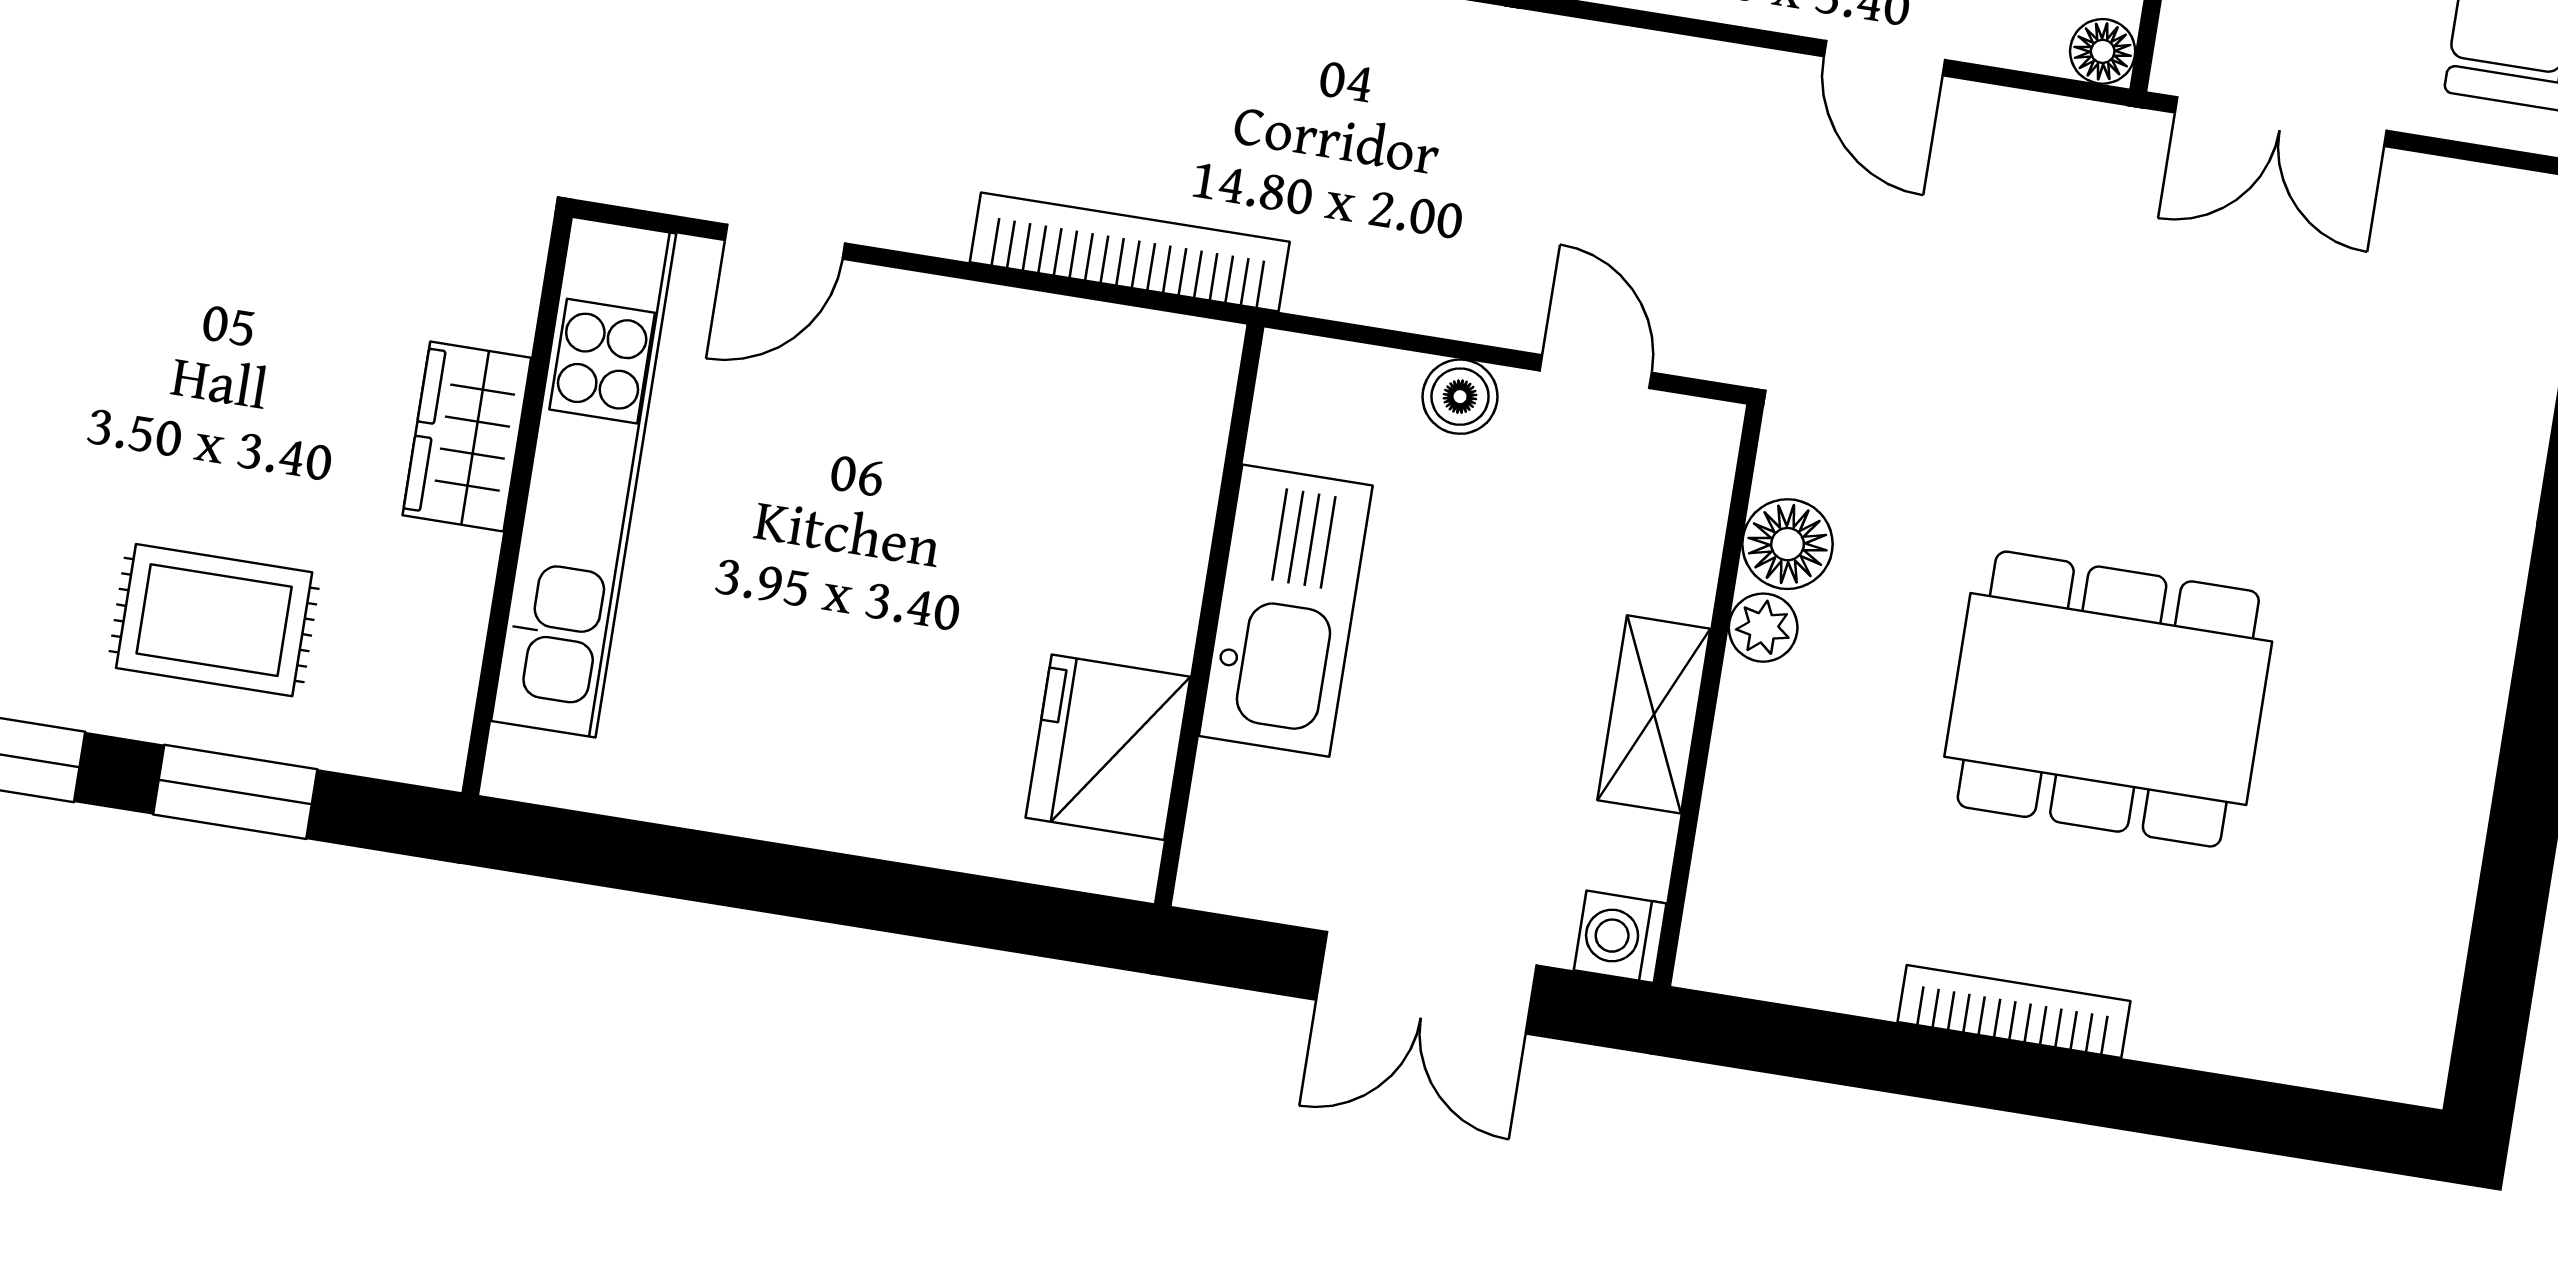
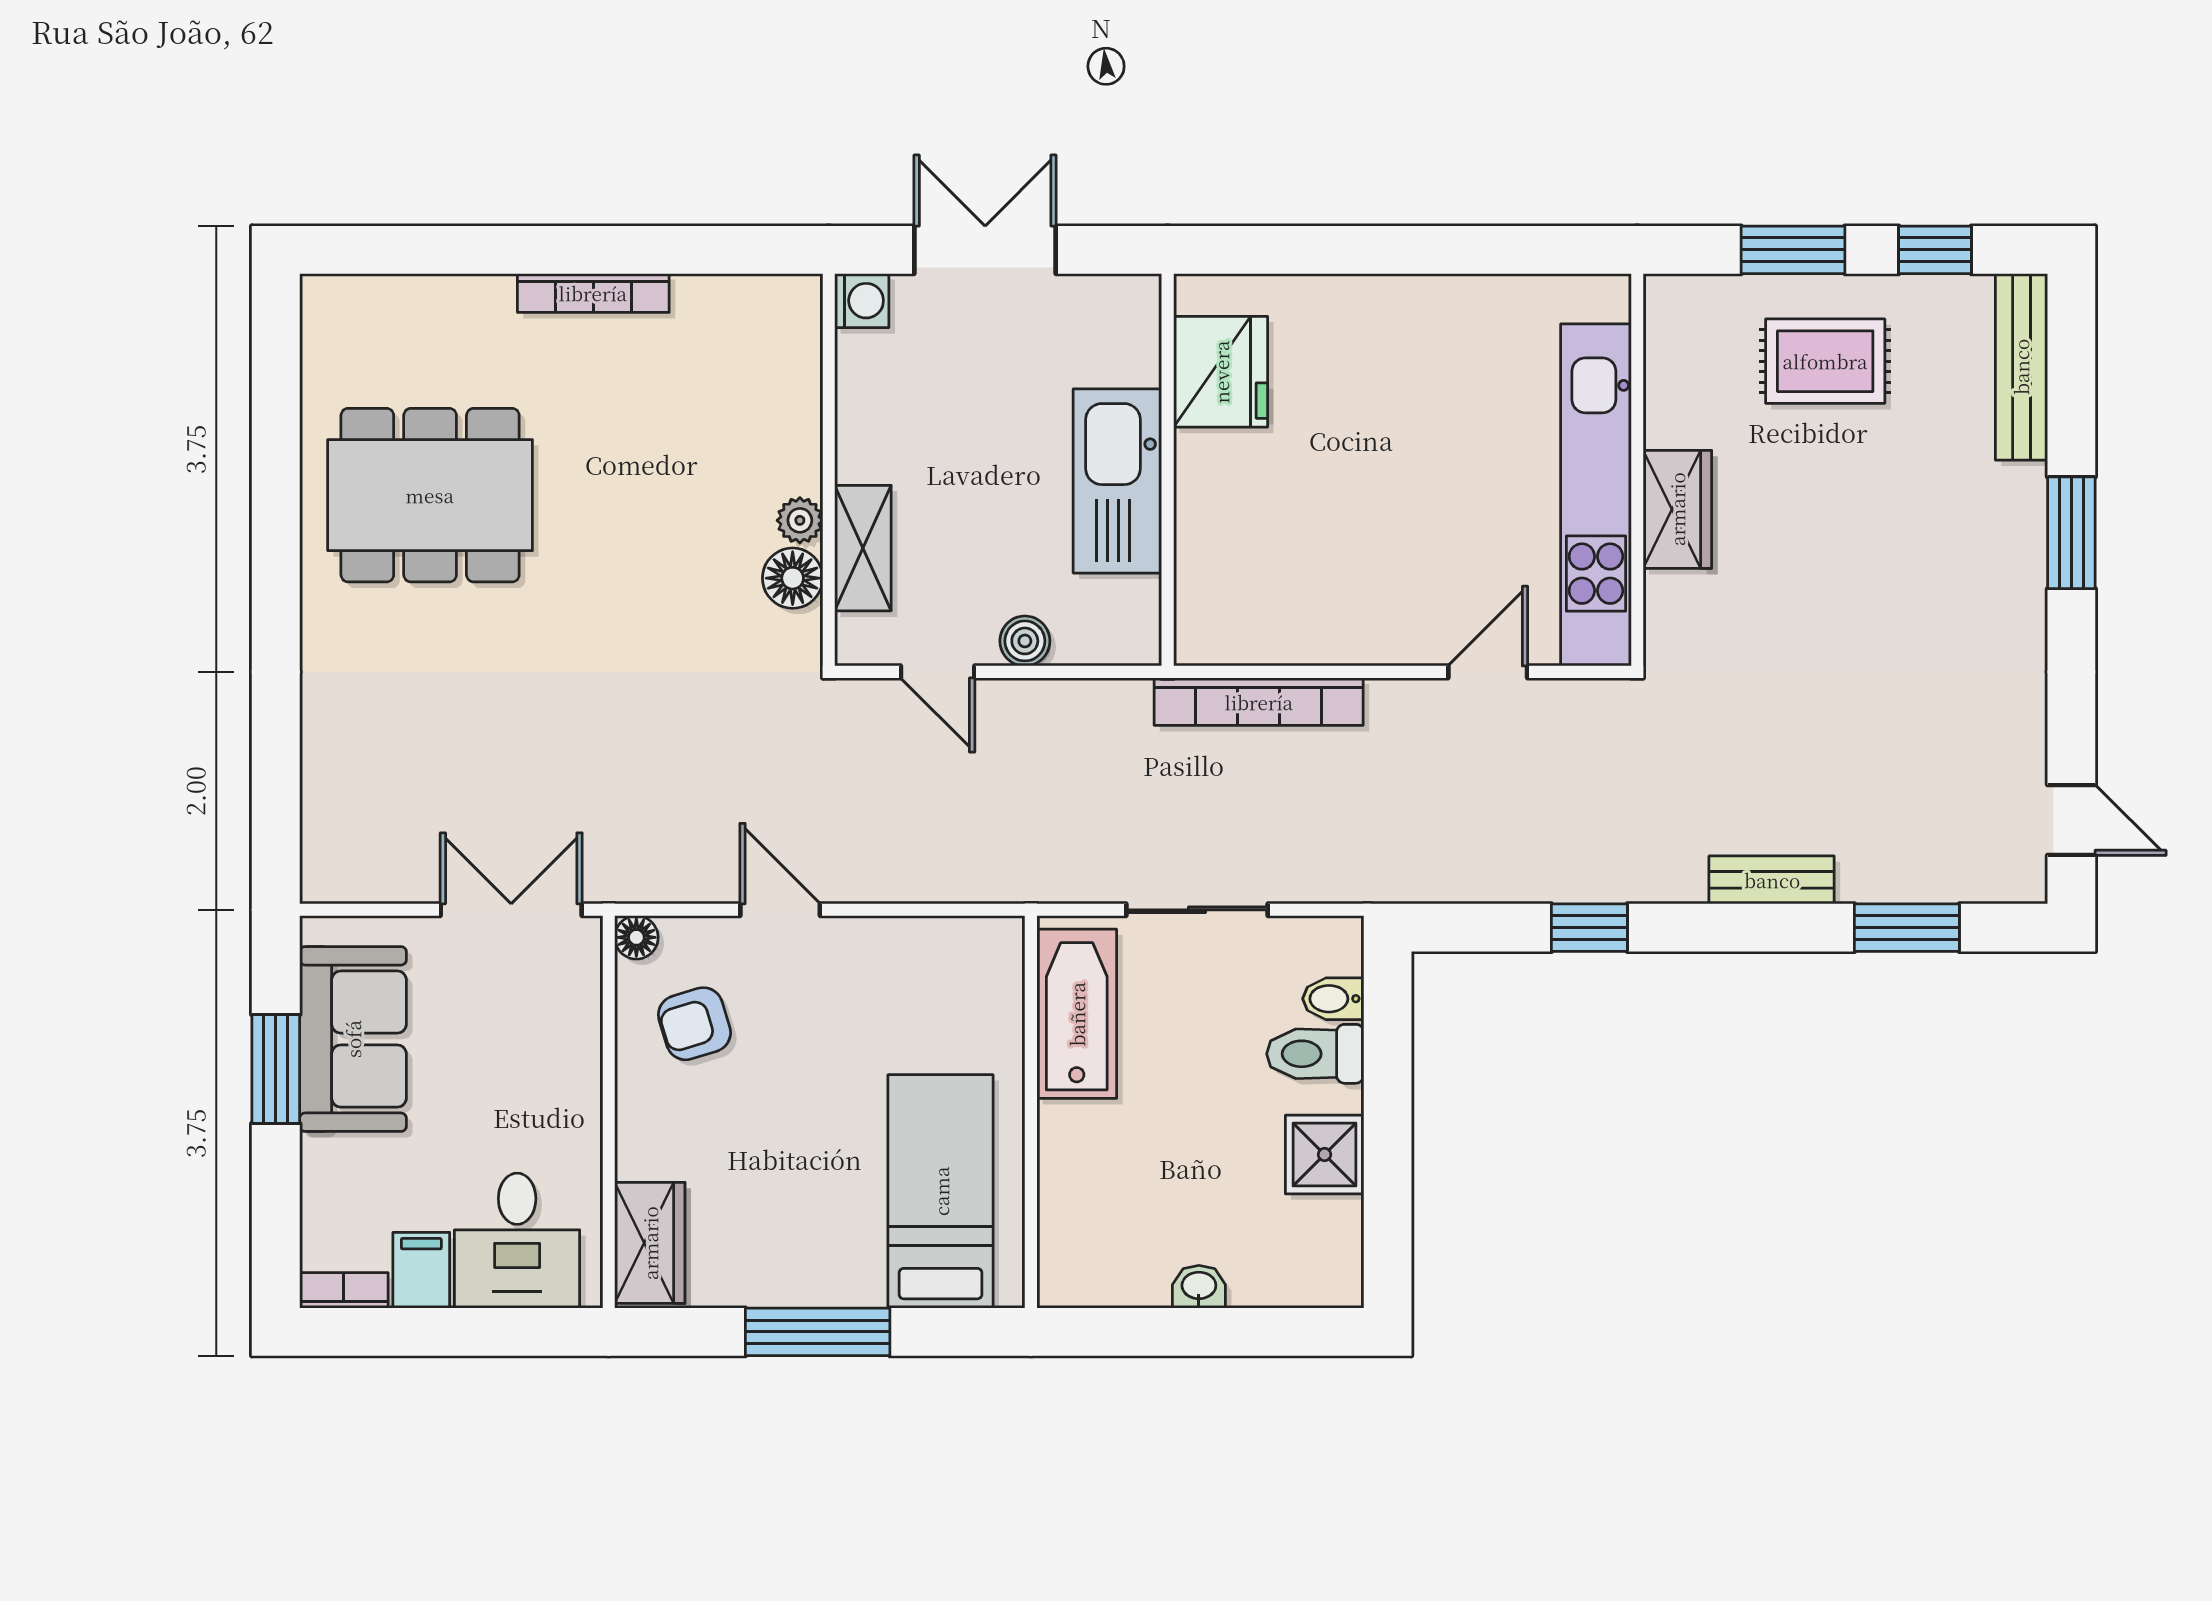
dining table: (2108, 699) -> (430, 495), moved
shelving: (1654, 714) -> (863, 548), moved

